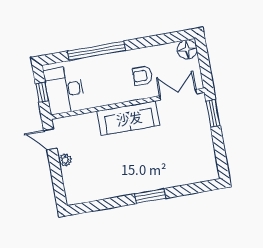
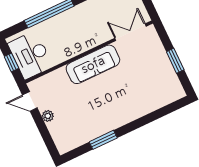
armchair: (143, 76) -> (95, 24), removed
window: (213, 114) -> (175, 61), moved
window: (150, 196) -> (103, 140), moved

